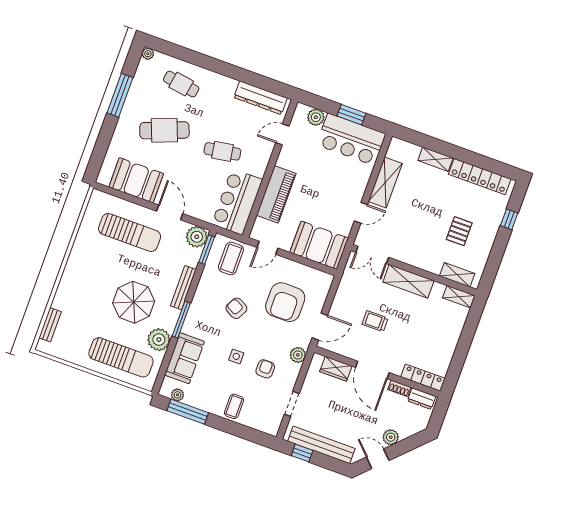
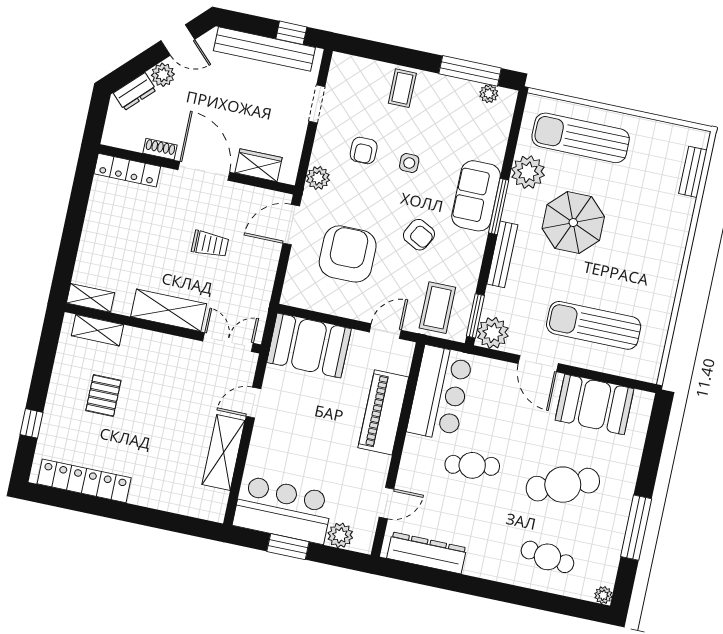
shelving: (435, 159) -> (154, 498), removed
sofa: (185, 358) -> (476, 196), moved
dresser: (422, 399) -> (135, 92), moved, turned 135

